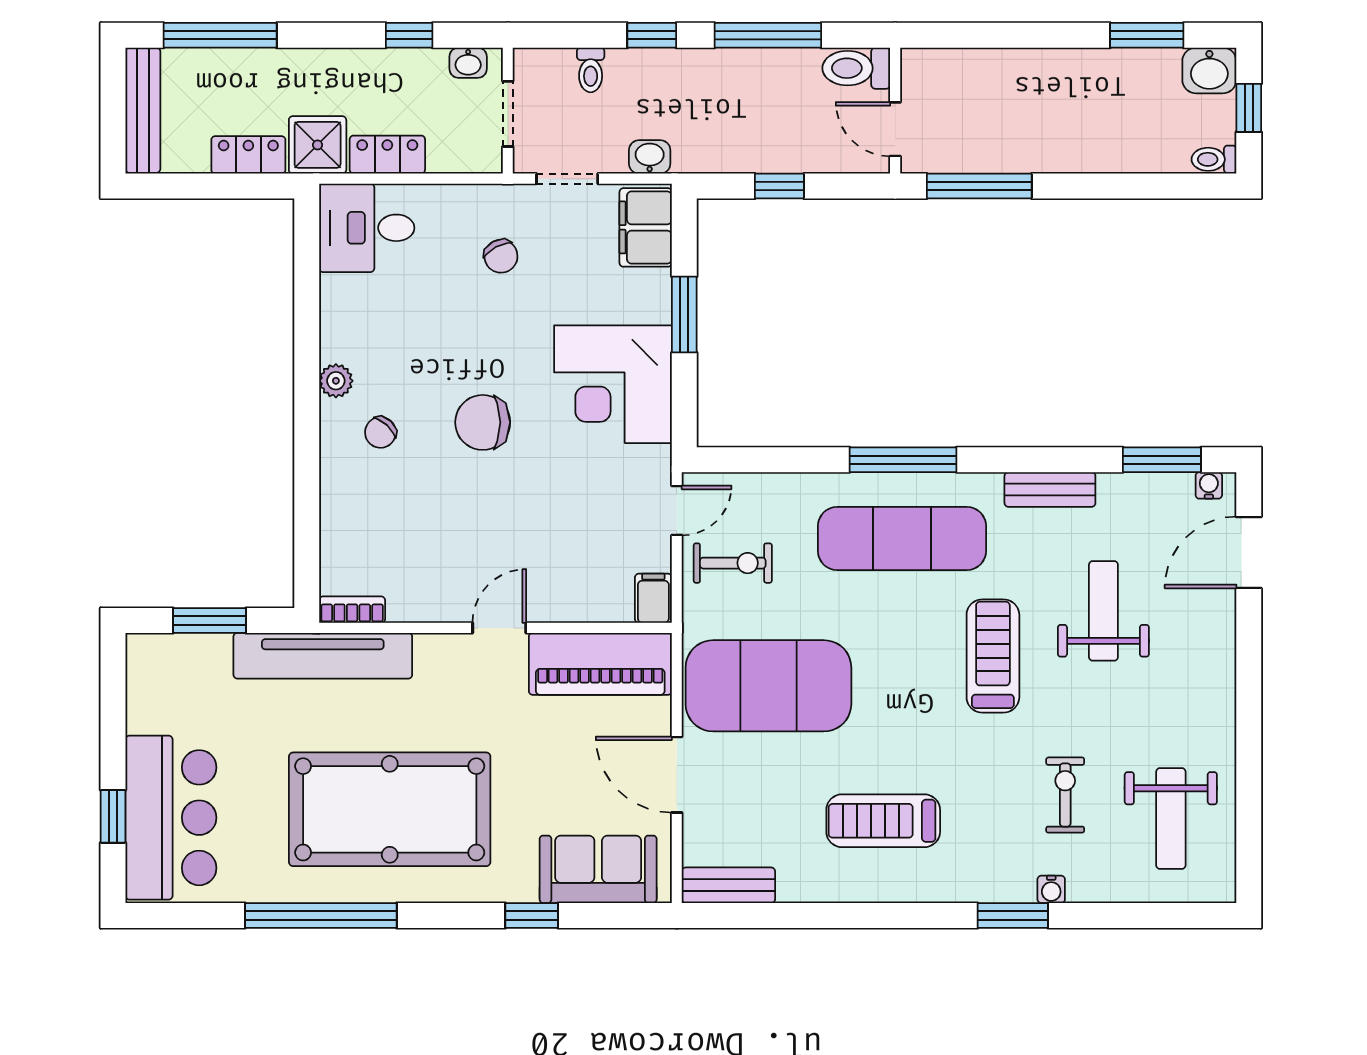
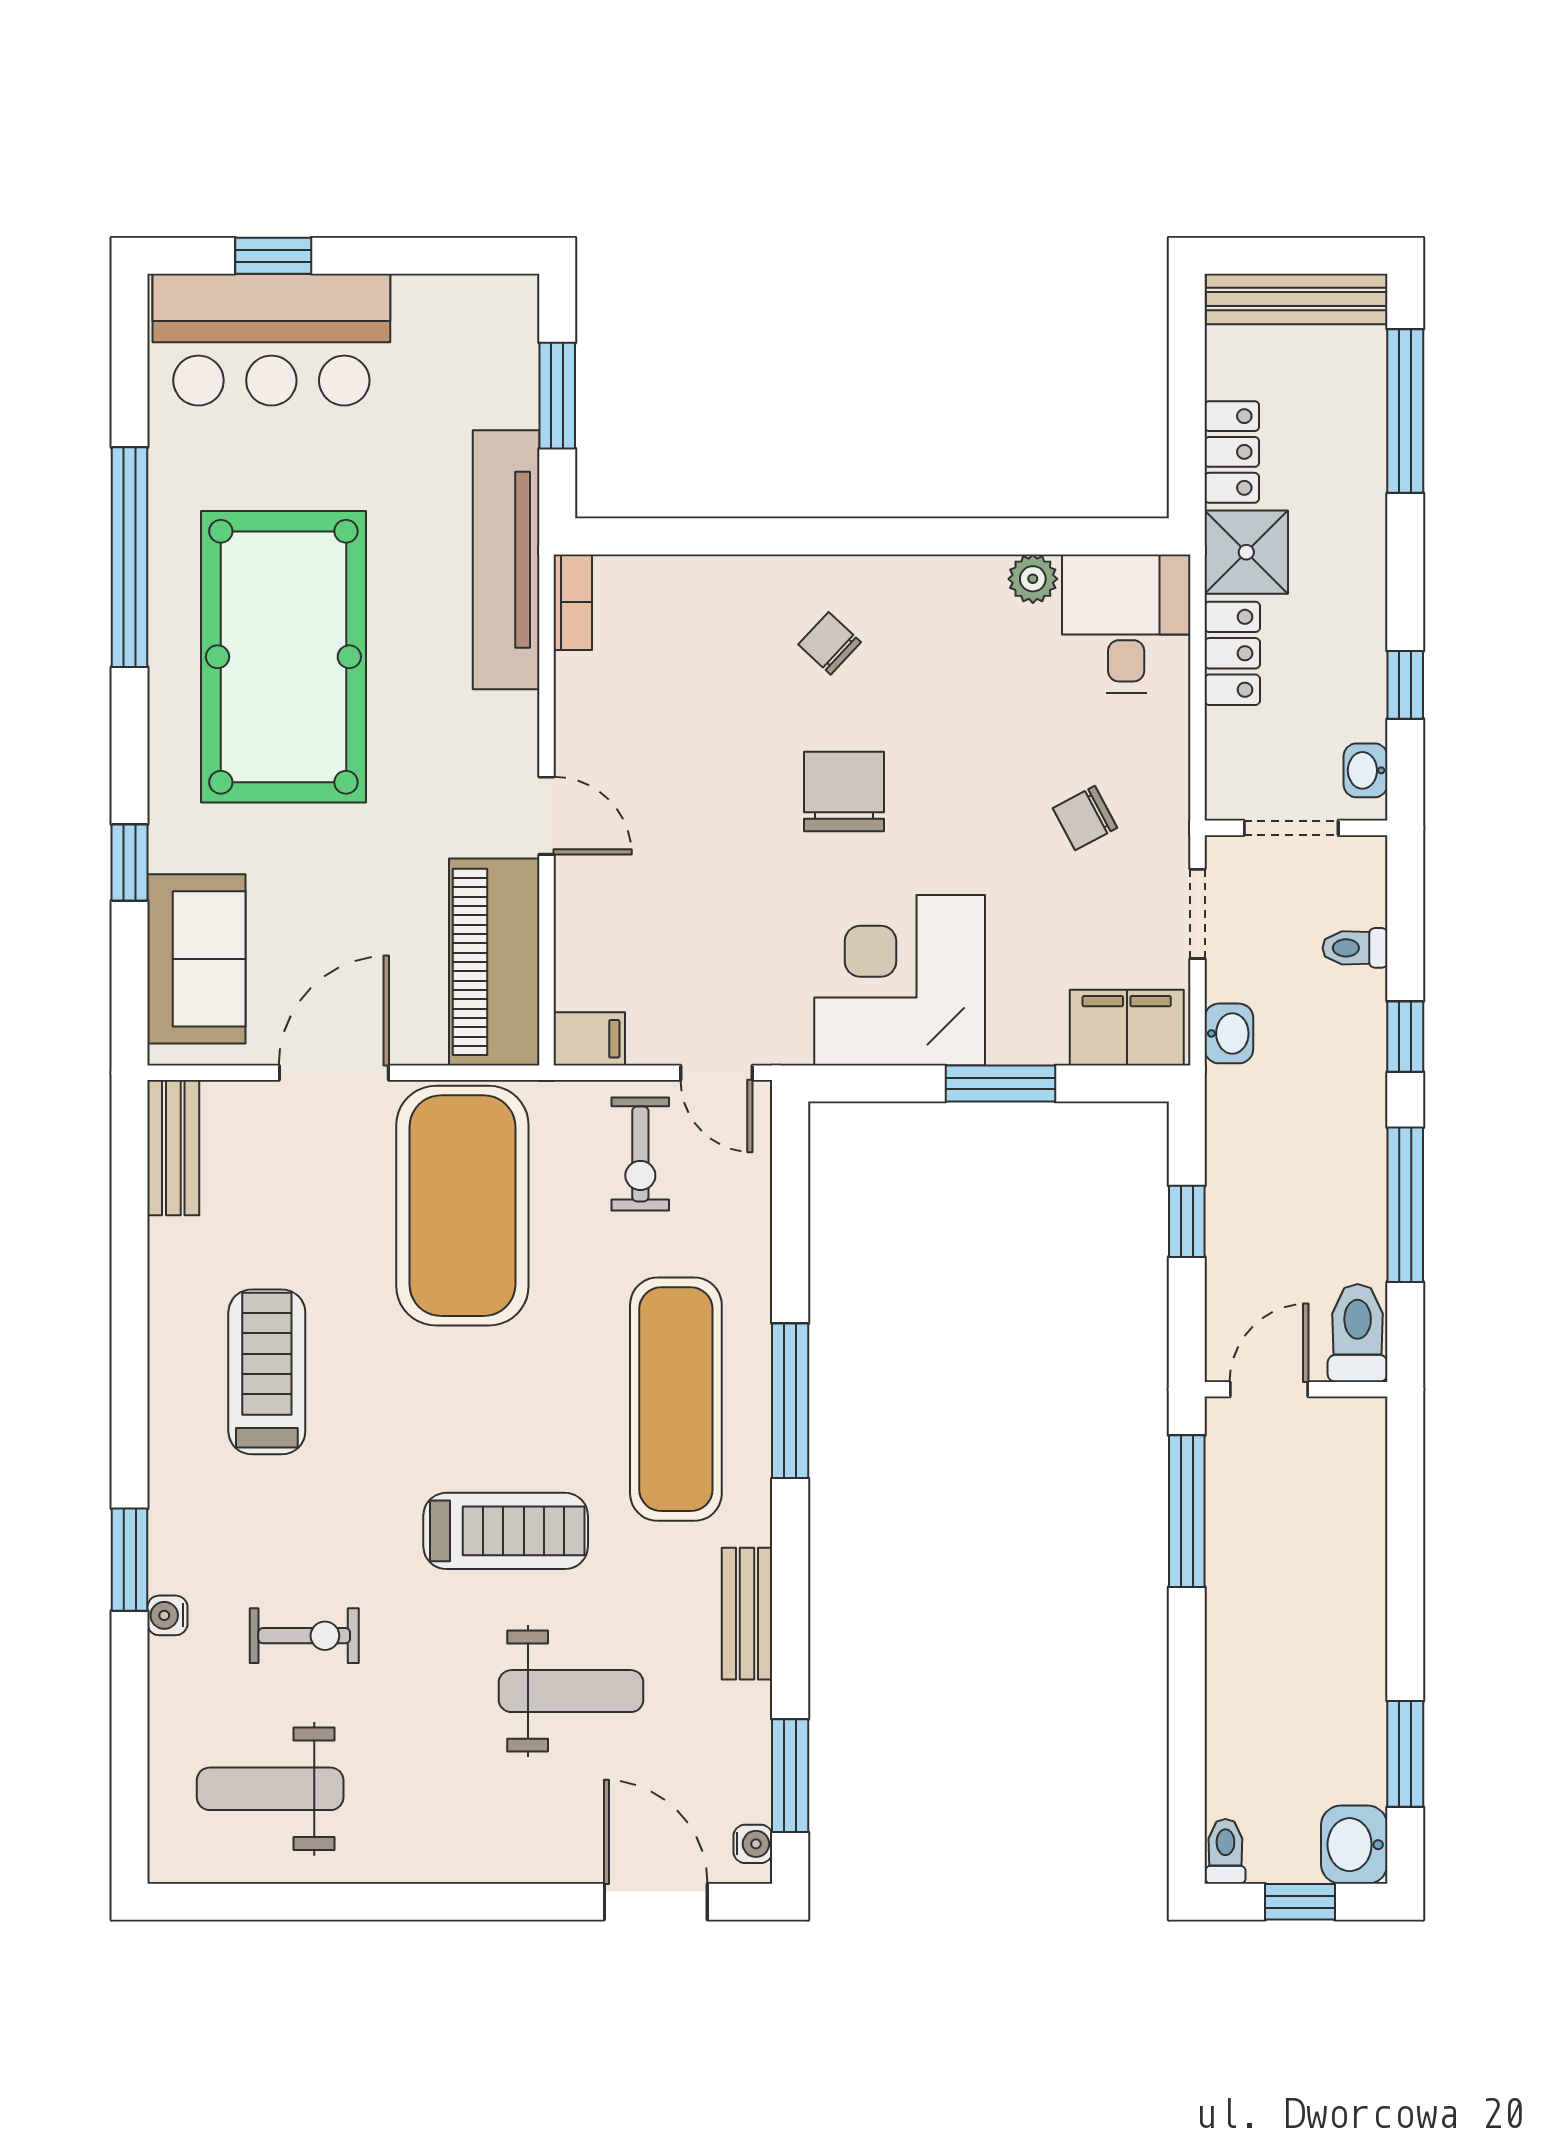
plant: (336, 381) -> (1033, 579), moved

